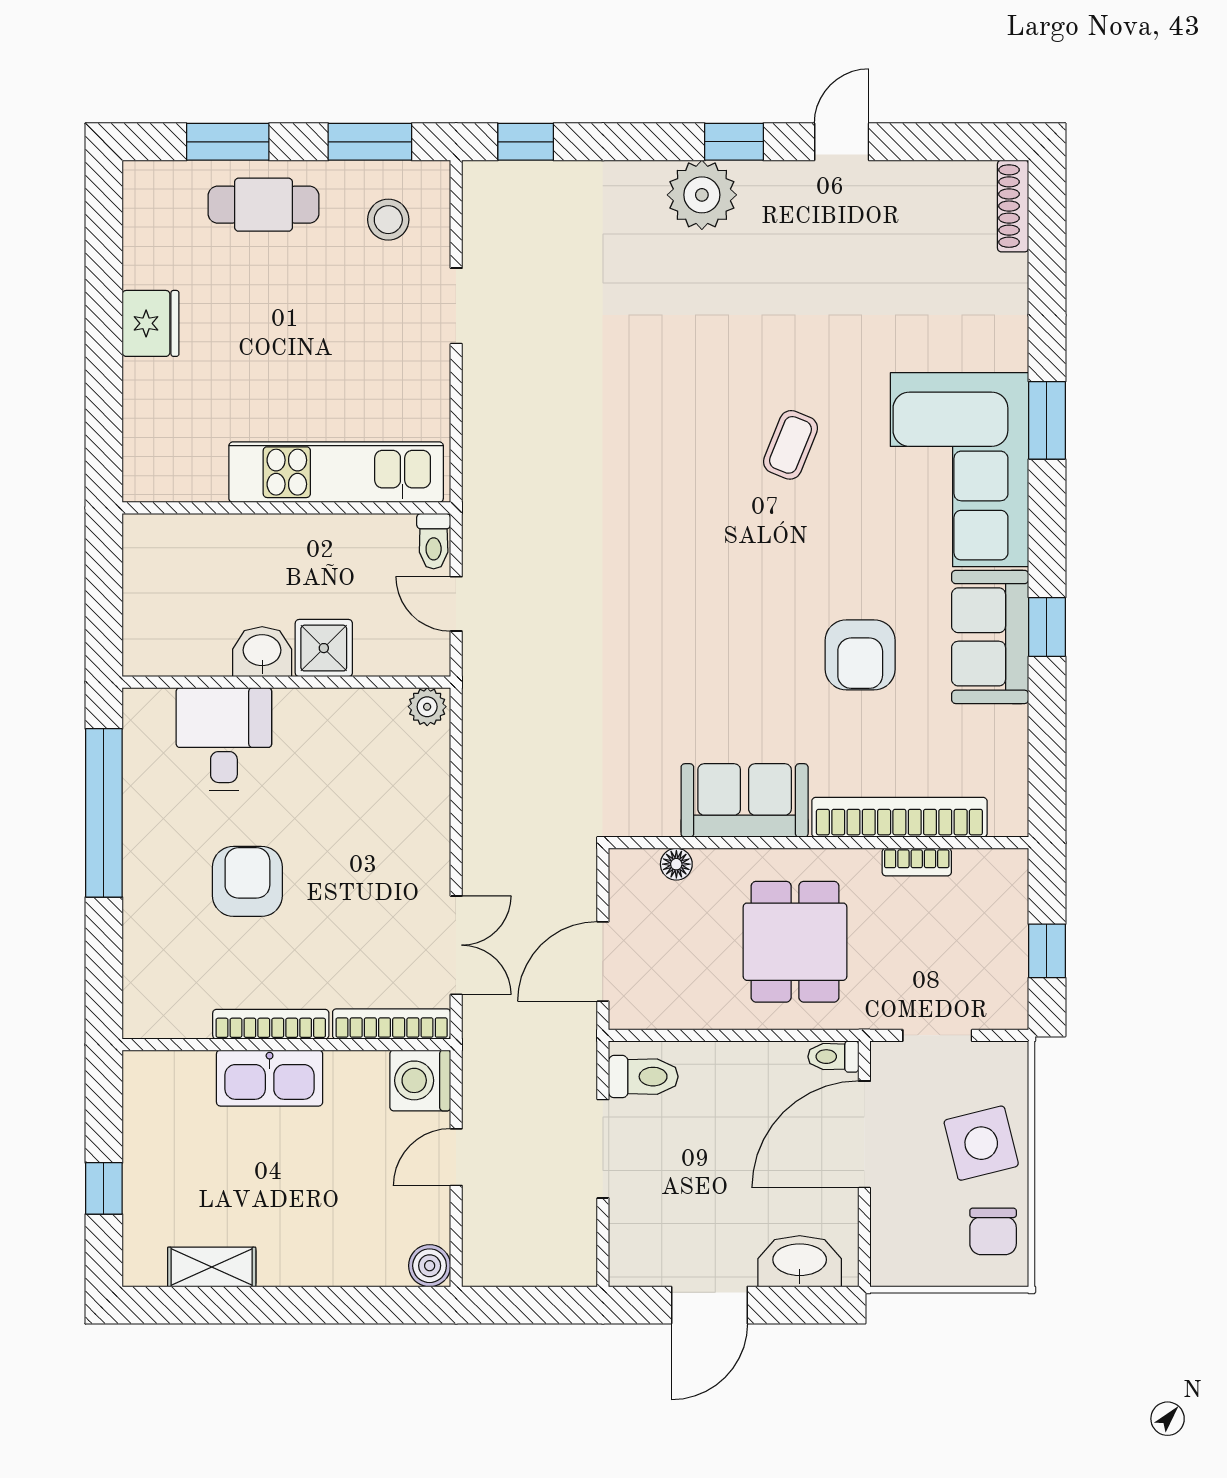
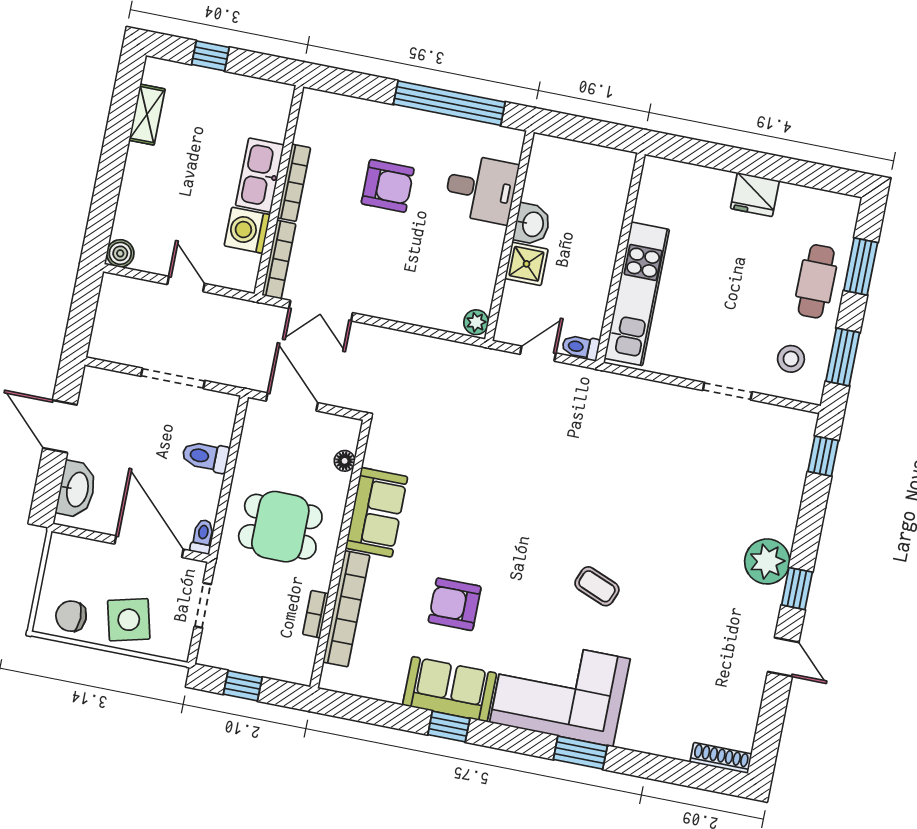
toilet: (643, 1077) -> (206, 457), moved, turned 90
washing machine: (420, 1080) -> (247, 230), moved, turned -90

